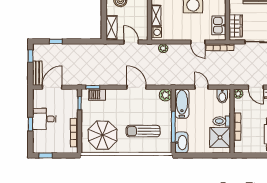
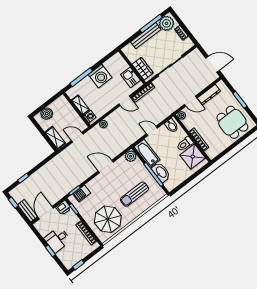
printer: (71, 95) -> (63, 208), added
washbasin: (181, 143) -> (161, 172), moved

